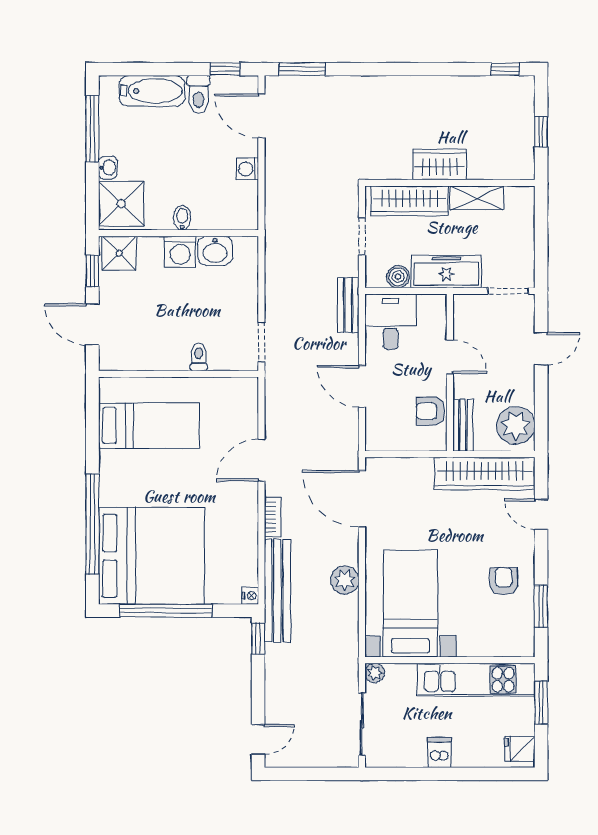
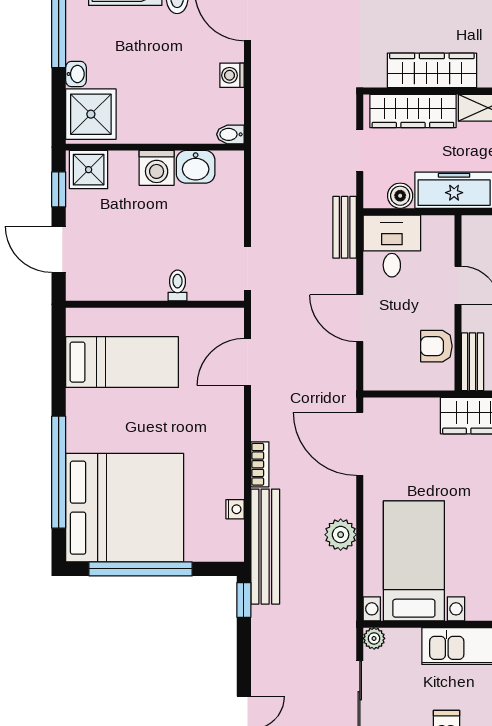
wardrobe: (440, 164) -> (432, 70), width x1.50
bidet: (182, 218) -> (230, 134), moved, turned -90
door: (261, 460) -> (248, 362), moved
nightstand: (250, 596) -> (235, 509), moved

